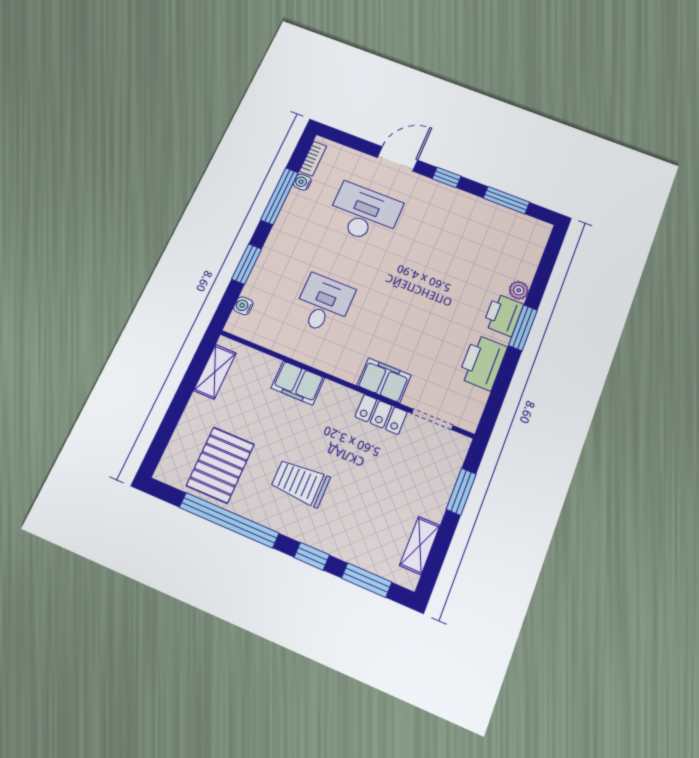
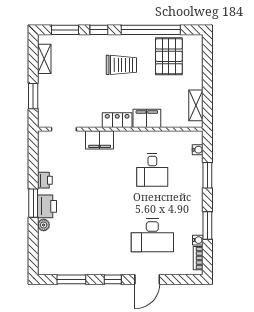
window: (279, 196) -> (207, 225), width x0.69
printer: (483, 362) -> (45, 180), width x0.53, depth x0.68
locker: (381, 414) -> (117, 120), moved

